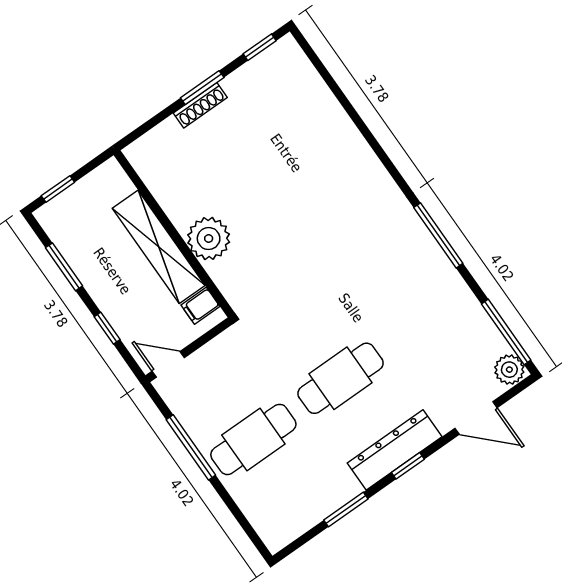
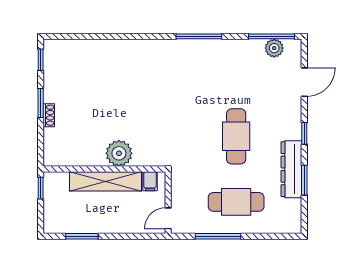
shoe rack: (200, 105) -> (49, 115), width x0.70
window: (58, 189) -> (41, 188), moved
window: (107, 328) -> (128, 236), removed
plant: (509, 370) -> (274, 48), moved
cafe table: (253, 439) -> (236, 202), turned 90
dresser: (395, 450) -> (291, 169), moved

